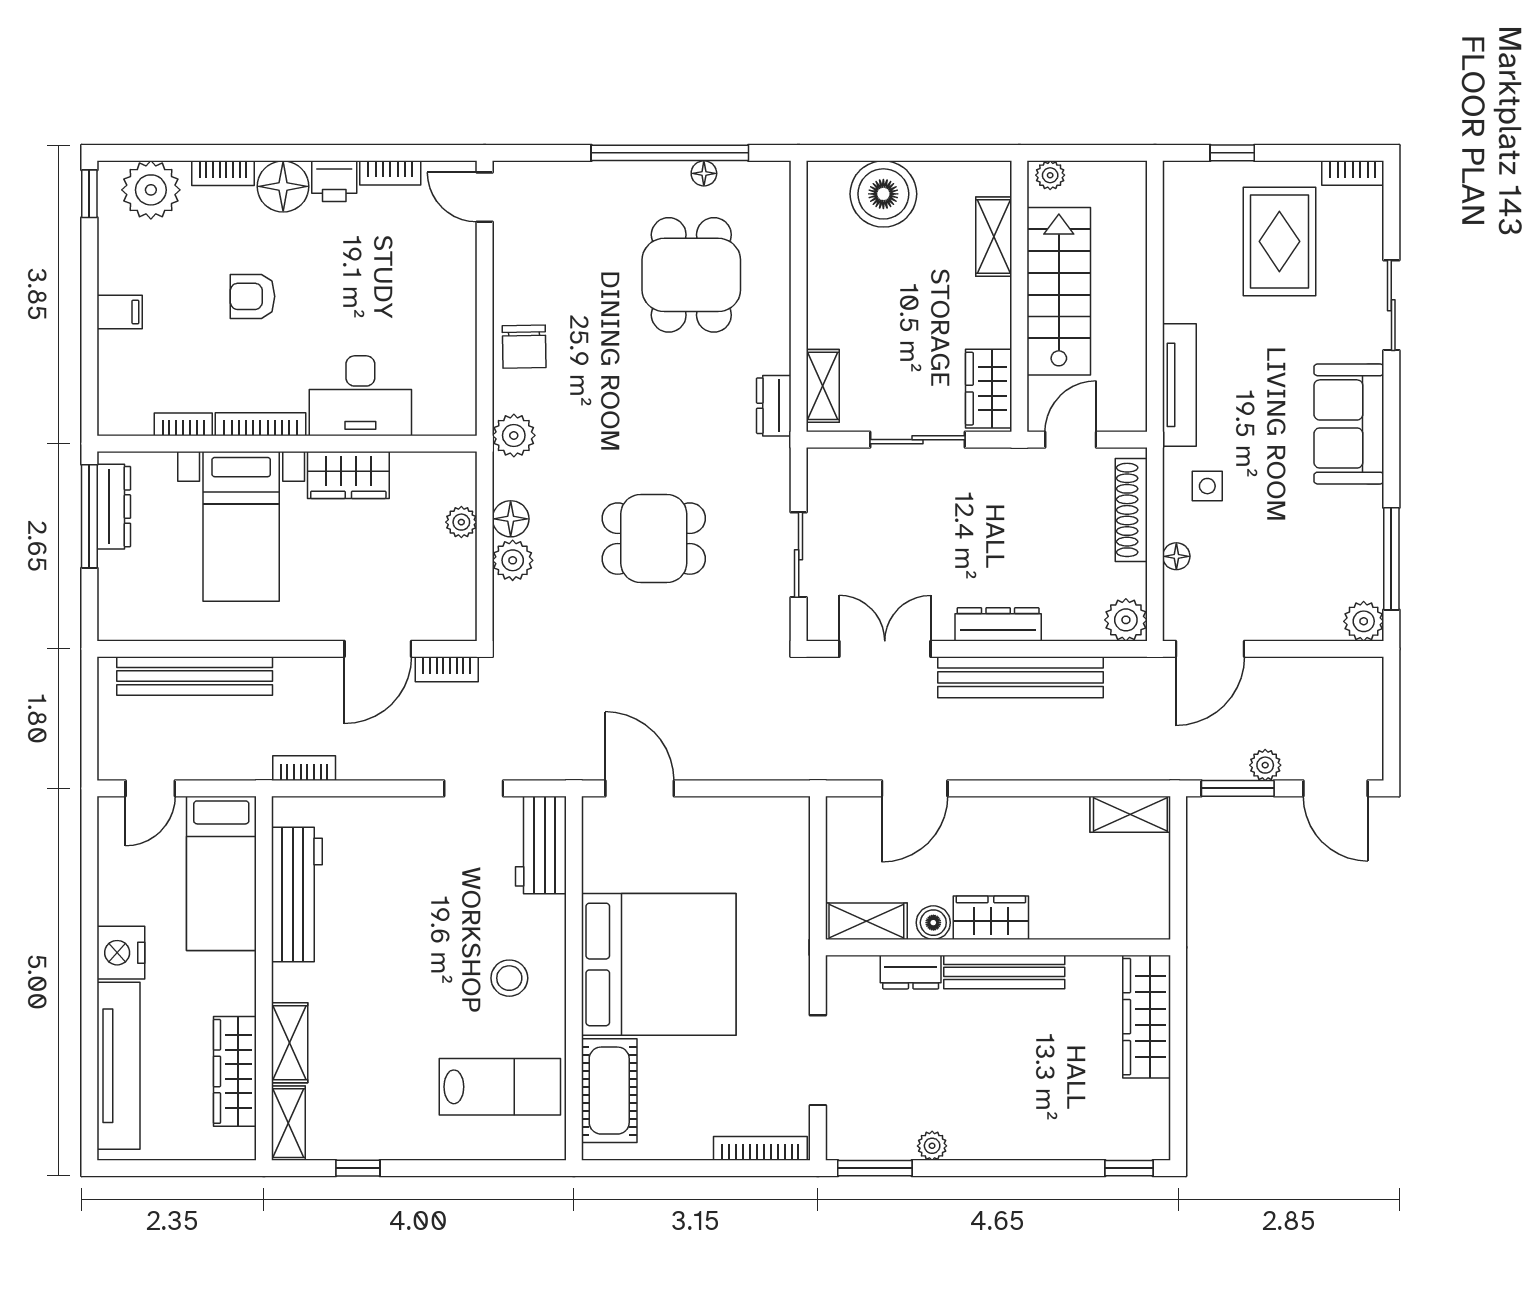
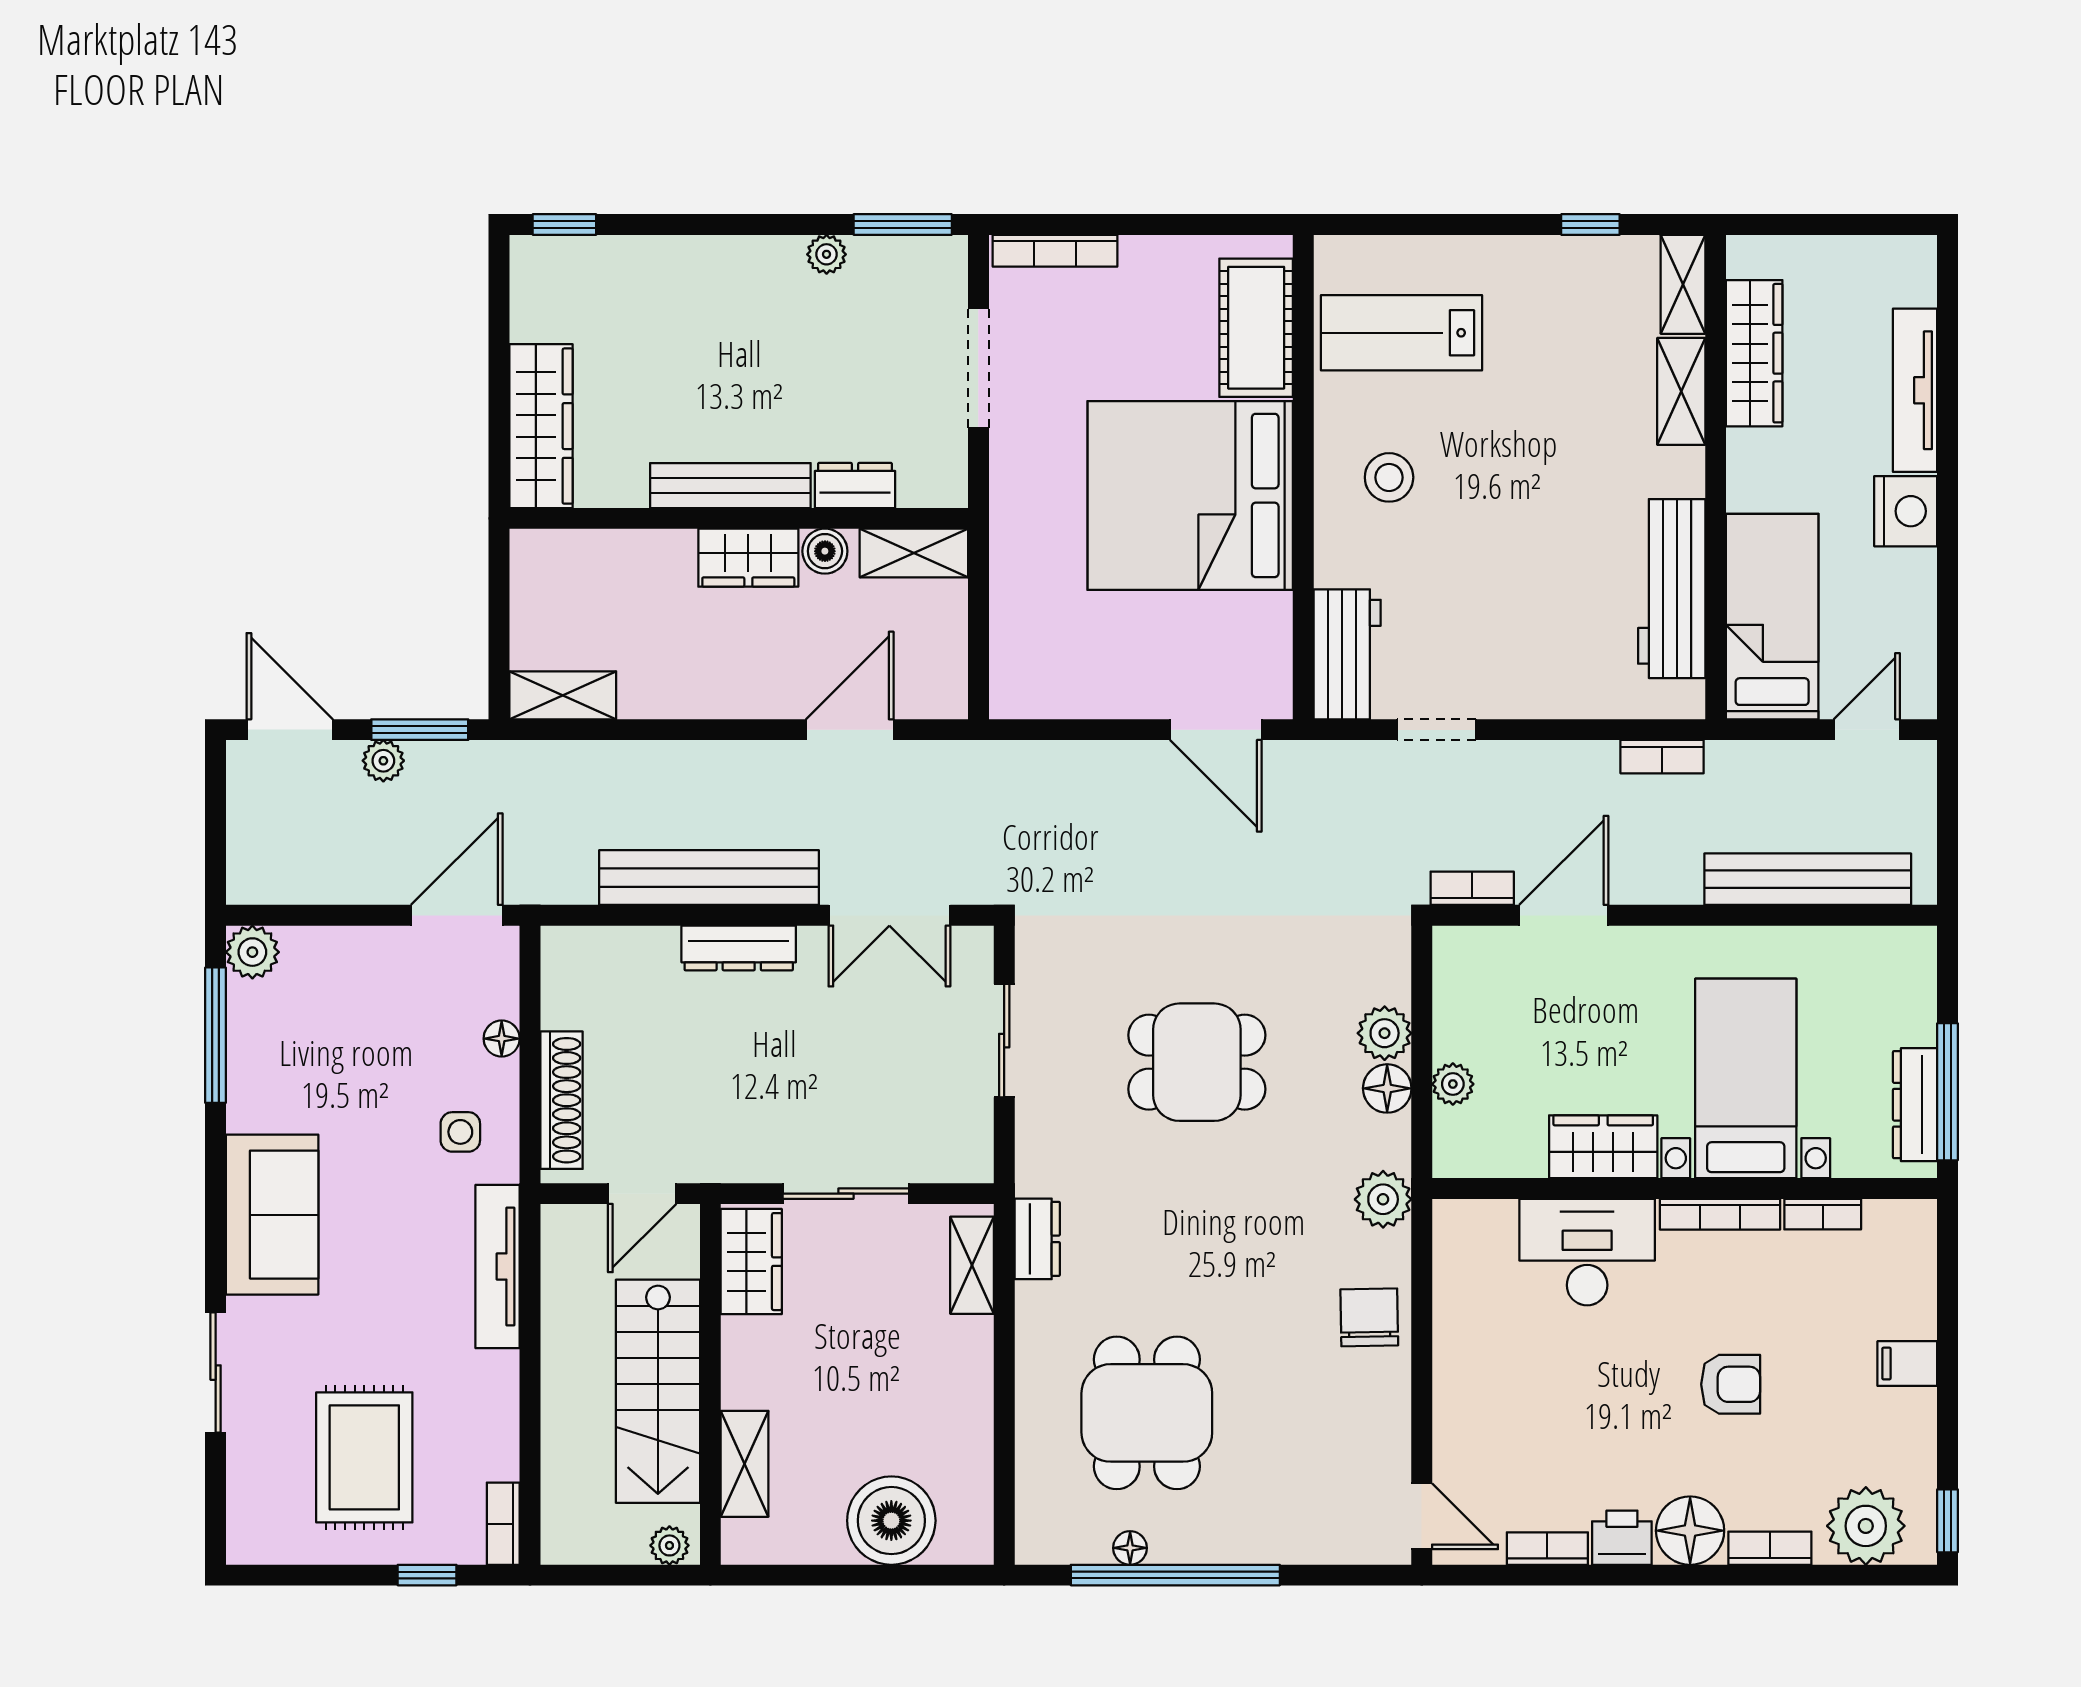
bookcase: (1353, 173) -> (503, 1524), moved, turned -90
plant: (1126, 620) -> (569, 954), removed
tv unit: (119, 1066) -> (1915, 390), width x0.73, depth x0.78

